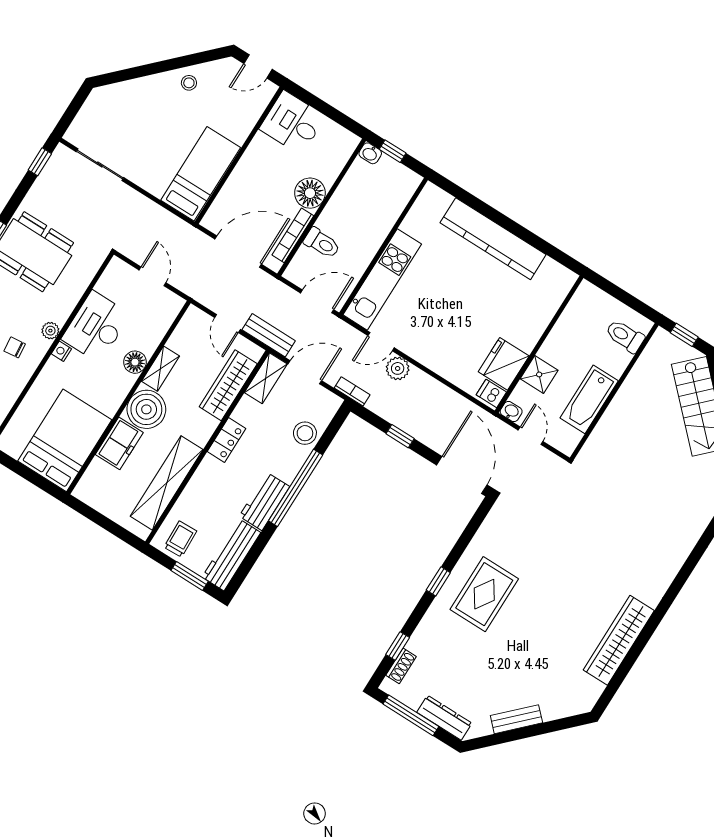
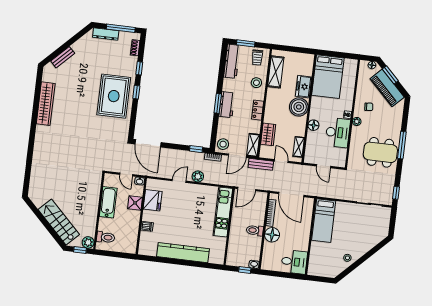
door: (258, 66) -> (321, 279), removed
toilet: (322, 243) -> (255, 230), moved
door: (238, 252) -> (291, 194), hinge flipped
door: (381, 342) -> (179, 181), moved
plant: (662, 342) -> (88, 242), added
shelving: (160, 369) -> (299, 147), moved
wardrobe: (228, 385) -> (268, 134), width x0.67
dishwasher: (491, 393) -> (147, 226), moved
stool: (305, 433) -> (223, 144), moved
window: (400, 436) -> (196, 149), moved
shelving: (167, 483) -> (276, 72), width x0.68
window: (296, 488) -> (218, 103), width x0.47
stool: (204, 493) -> (256, 83), added
workbench: (264, 501) -> (227, 105), moved
rug: (484, 594) -> (114, 96), width x1.37, depth x1.44
window: (398, 646) -> (139, 68), moved
bench: (516, 719) -> (63, 57), moved

